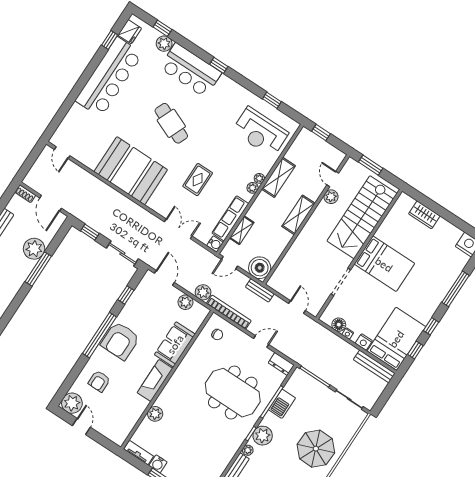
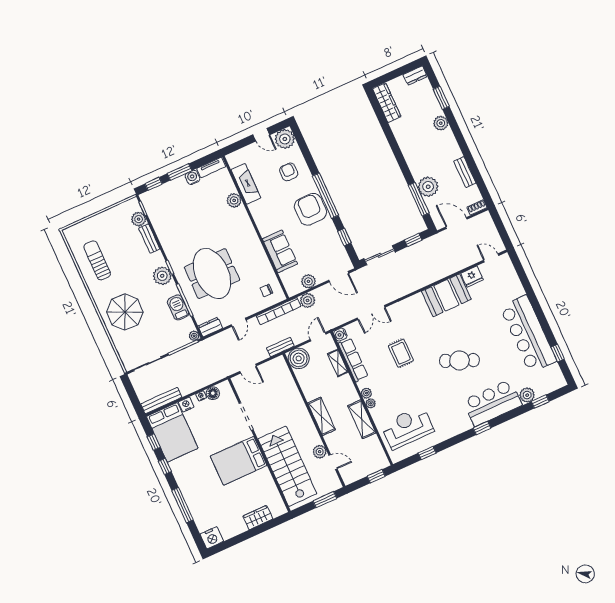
fridge: (130, 32) -> (472, 277), moved, turned -90
booth: (131, 171) -> (446, 295), width x0.73, depth x0.70
window: (38, 269) -> (419, 199), moved
fireplace: (155, 381) -> (246, 184), moved
meeting table: (233, 393) -> (212, 274), turned 90
plant: (248, 450) -> (194, 336), moved

